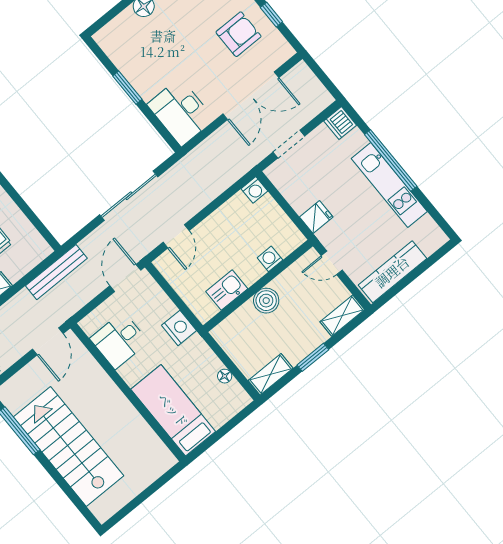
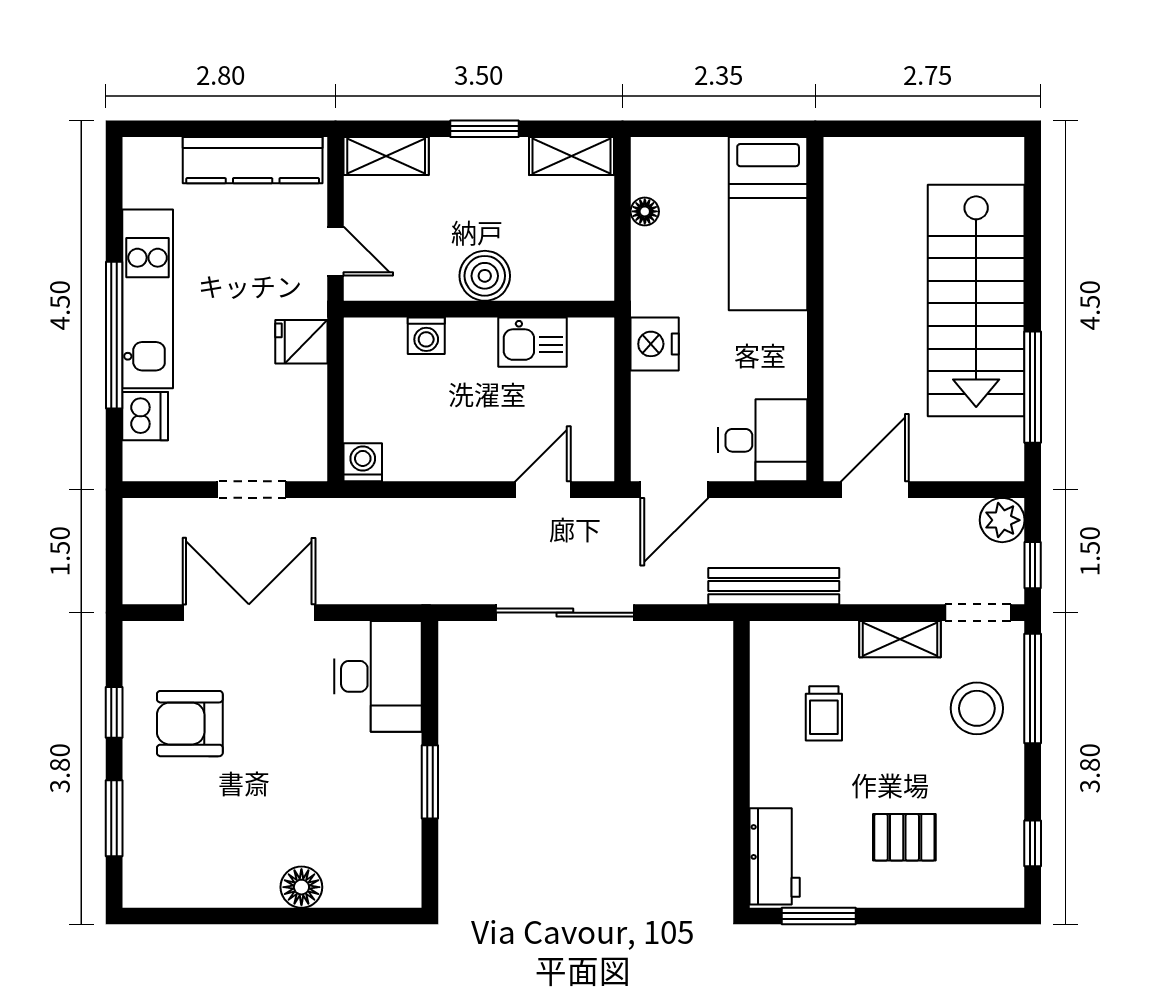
dishwasher: (340, 123) -> (145, 416), moved
desk: (119, 340) -> (763, 440), moved

